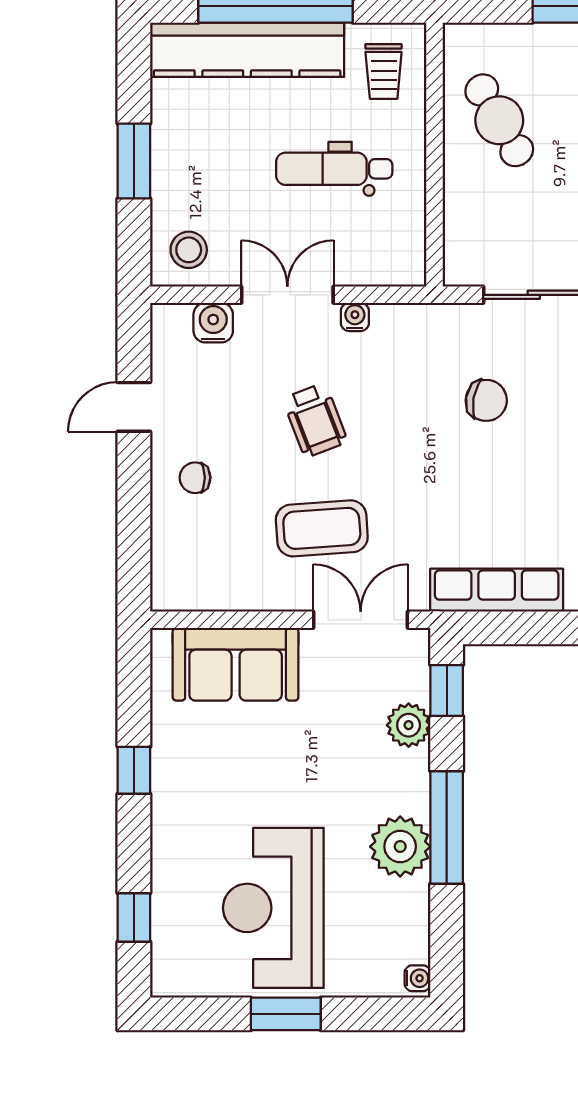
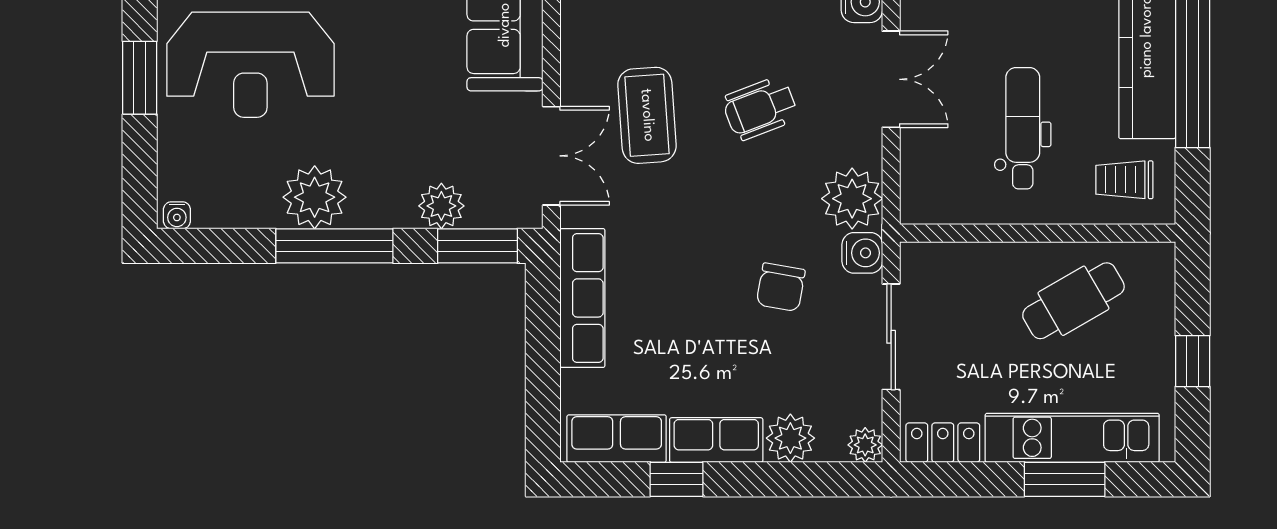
water cooler: (355, 317) -> (862, 253), moved, width x1.38, depth x1.38
plant: (401, 332) -> (852, 199), added
window: (447, 691) -> (478, 246), width x1.50
reception desk: (273, 908) -> (250, 65), turned 180

